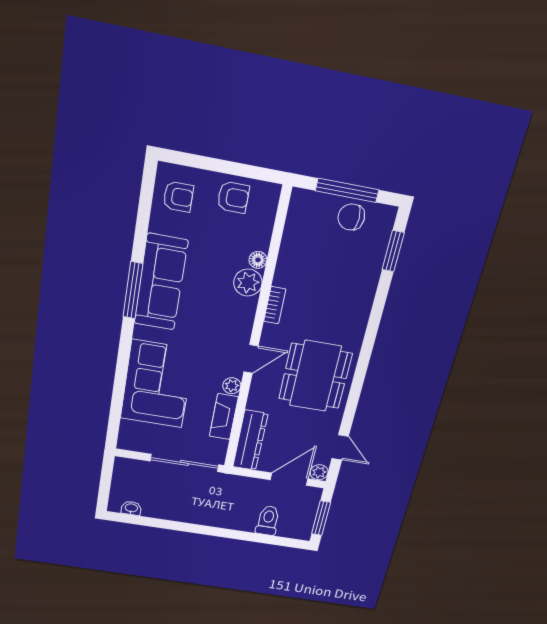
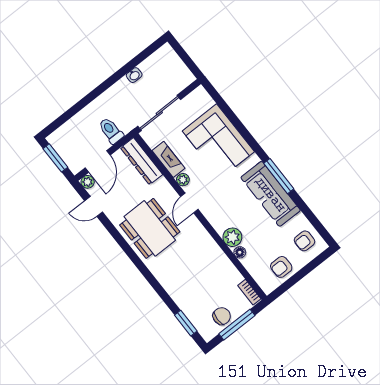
bookcase: (275, 305) -> (249, 292), moved
washbasin: (131, 508) -> (134, 75), moved
toilet: (268, 521) -> (111, 131), moved, turned 180

